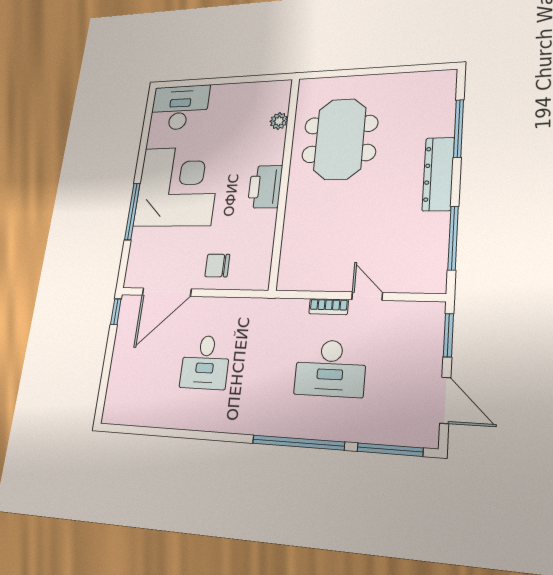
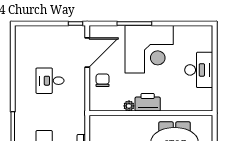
desk: (180, 108) -> (199, 70), moved
plant: (279, 121) -> (129, 106), moved
door: (167, 292) -> (87, 53), swing flipped

